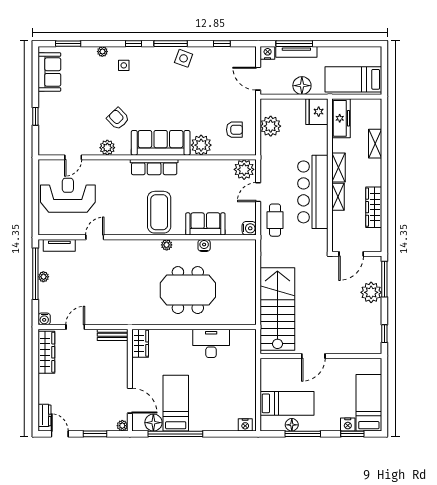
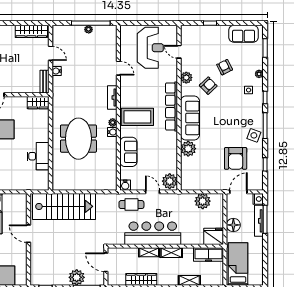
armchair: (93, 97) -> (225, 67), added
armchair: (234, 130) -> (236, 158), moved, width x1.88, depth x1.88
row of seats: (154, 167) -> (172, 106), width x1.36
tv unit: (59, 245) -> (112, 97), moved
water cooler: (204, 245) -> (112, 132), moved
water cooler: (44, 319) -> (57, 71), moved

